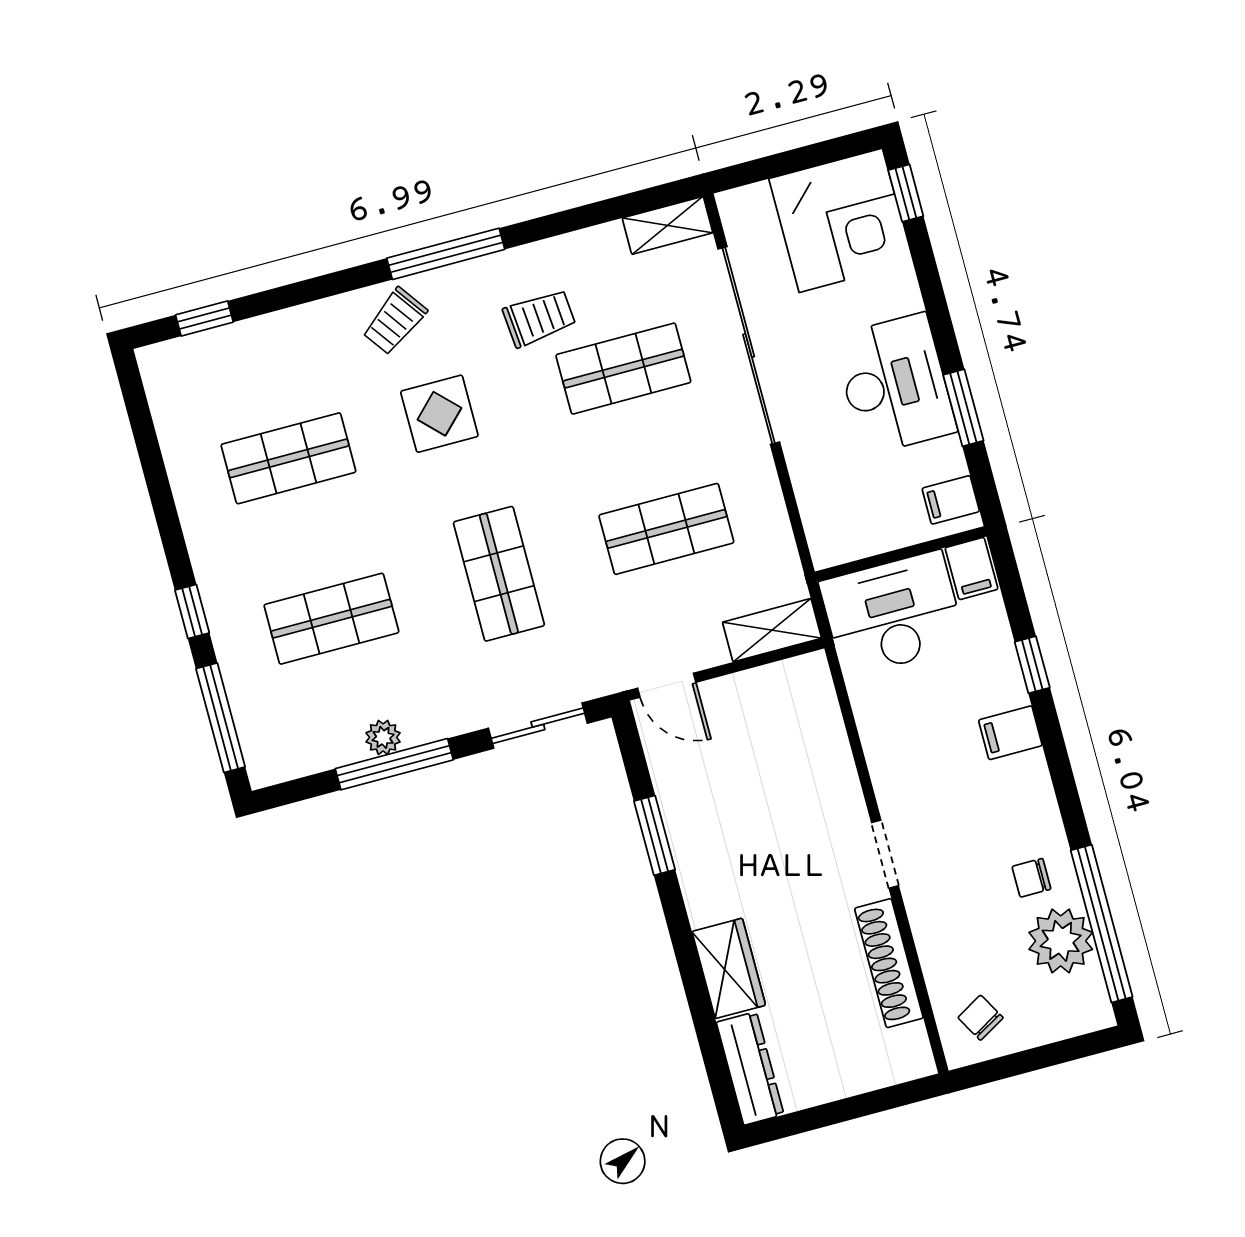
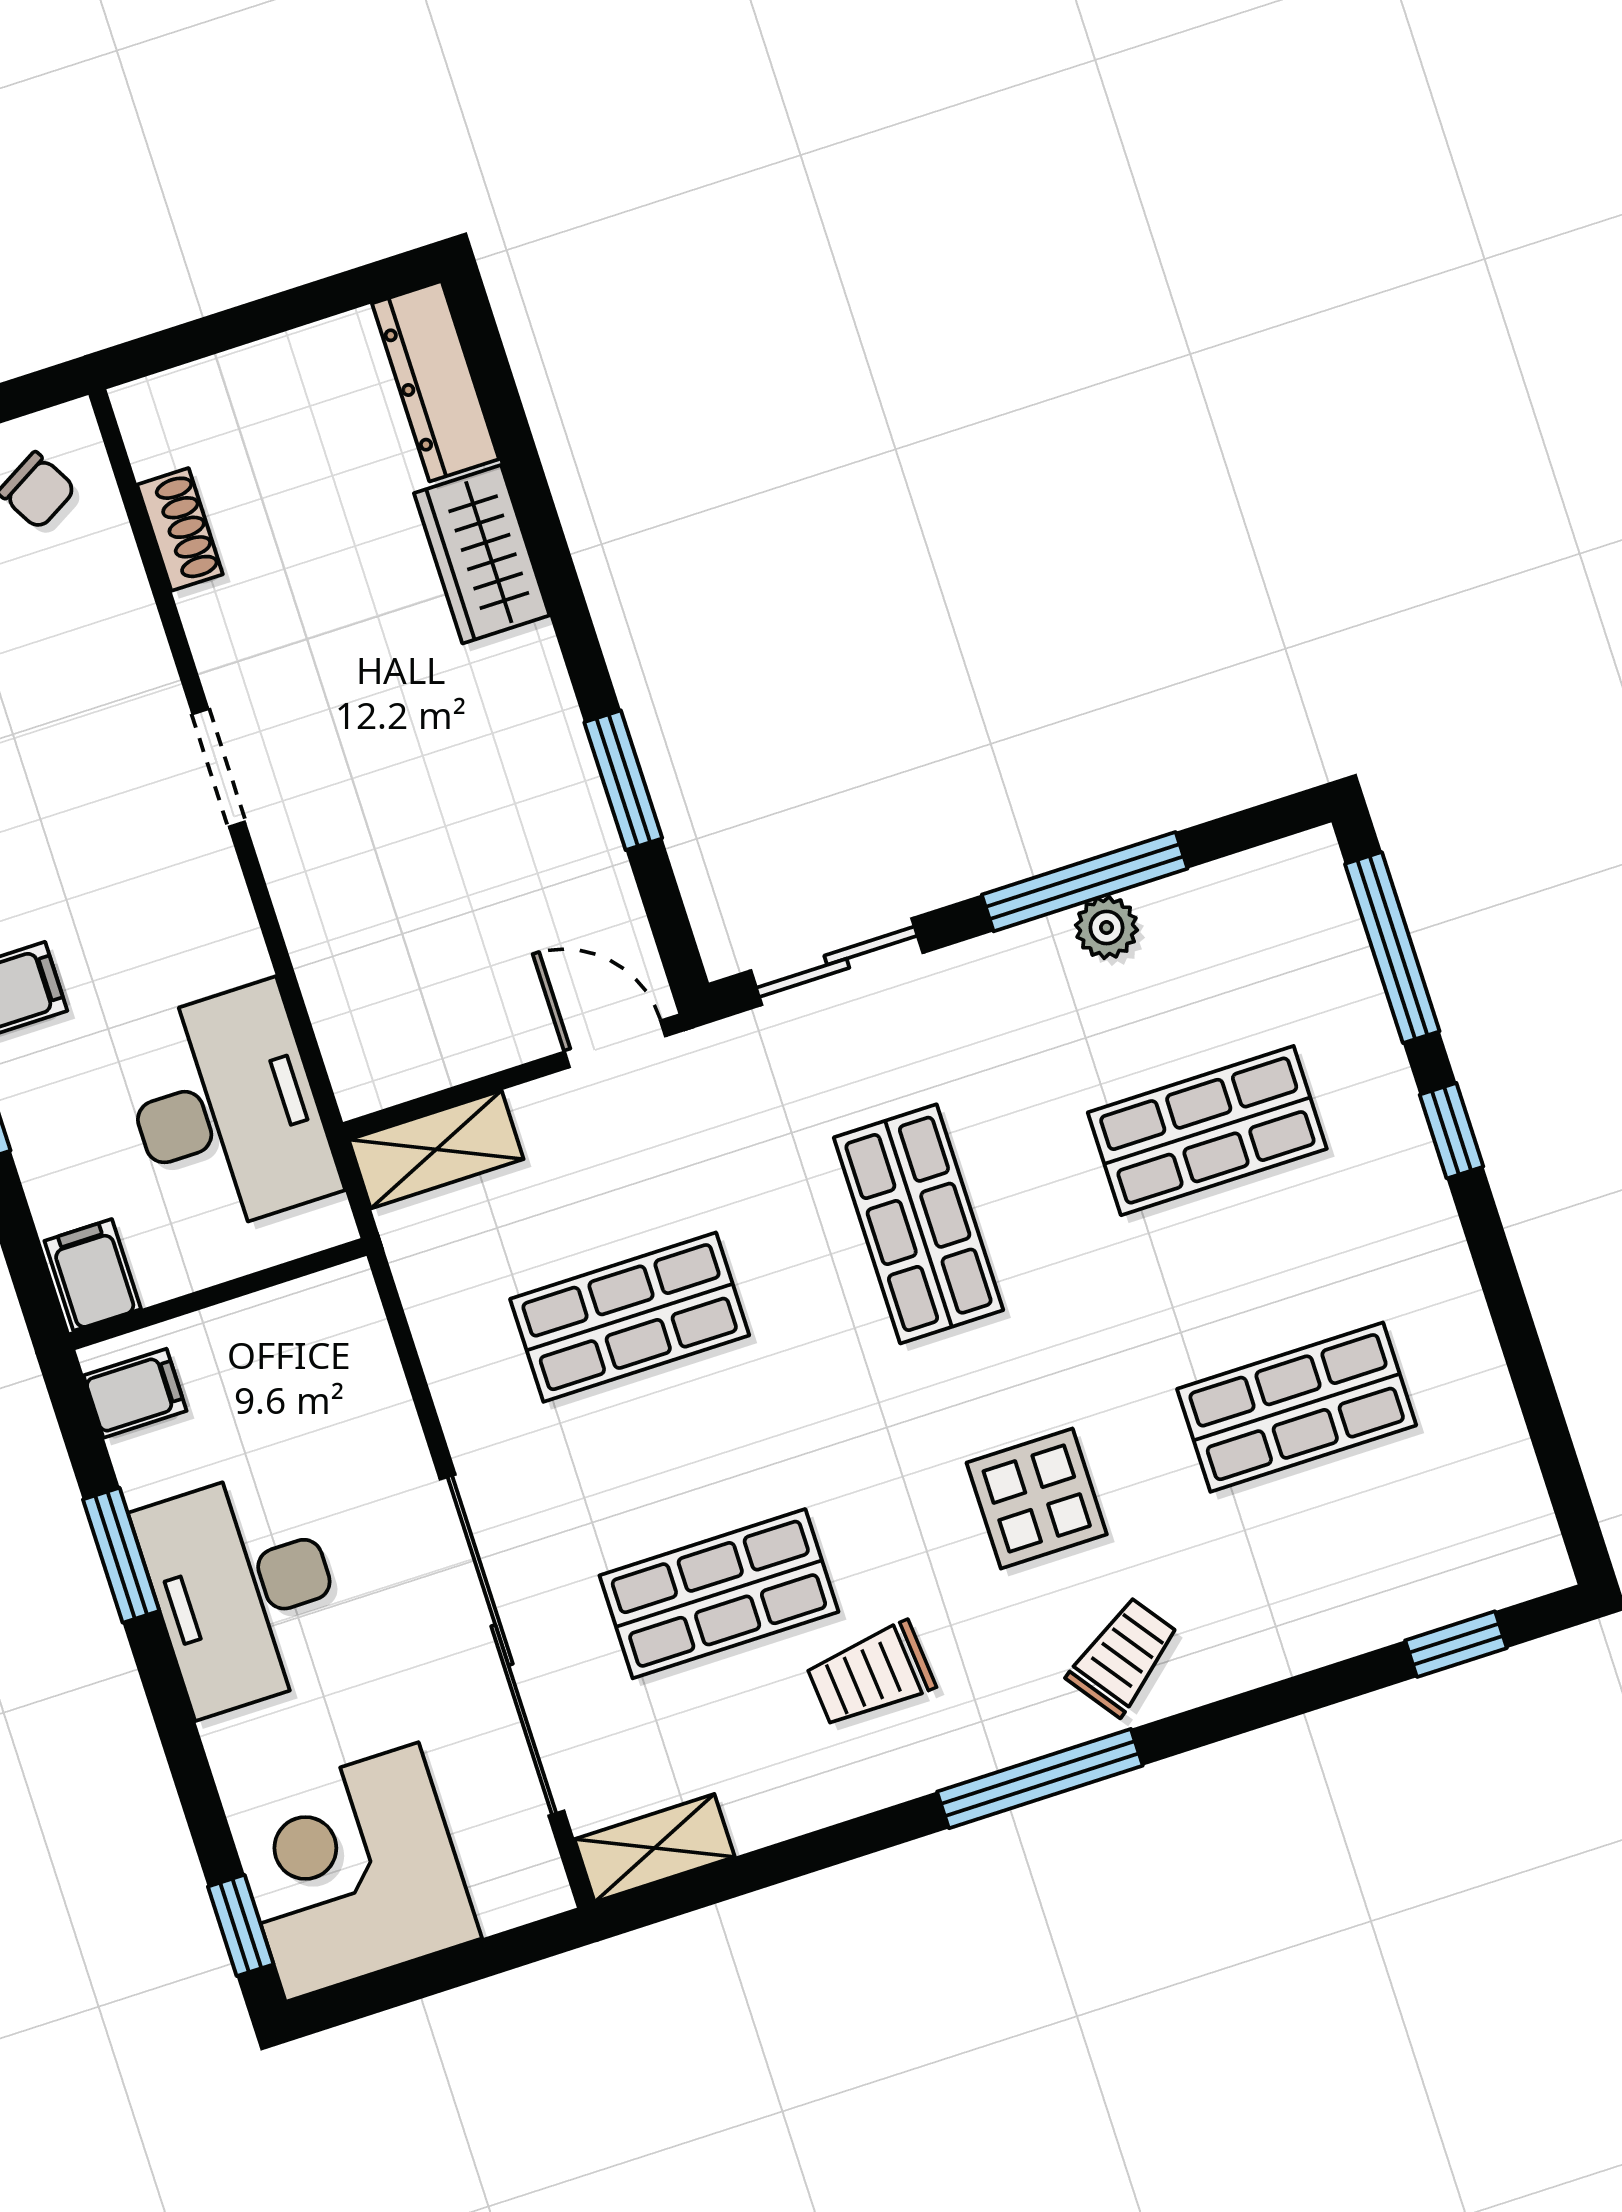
desk: (893, 614) -> (227, 1110), moved, turned -90
shoe rack: (889, 963) -> (180, 529), width x0.51, depth x0.81

